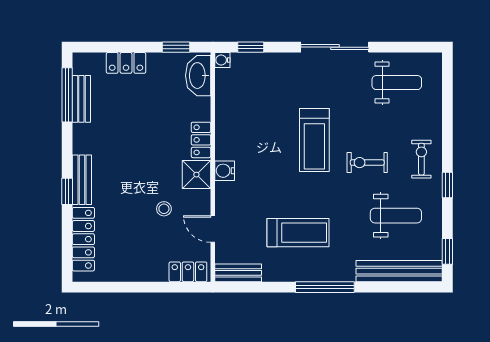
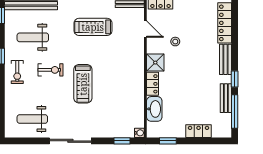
washbasin: (198, 76) -> (154, 109), moved
bench: (81, 99) -> (226, 98), moved
treadmill: (314, 140) -> (83, 84), turned 180
water cooler: (225, 171) -> (138, 65), removed
window: (67, 191) -> (235, 79), moved

